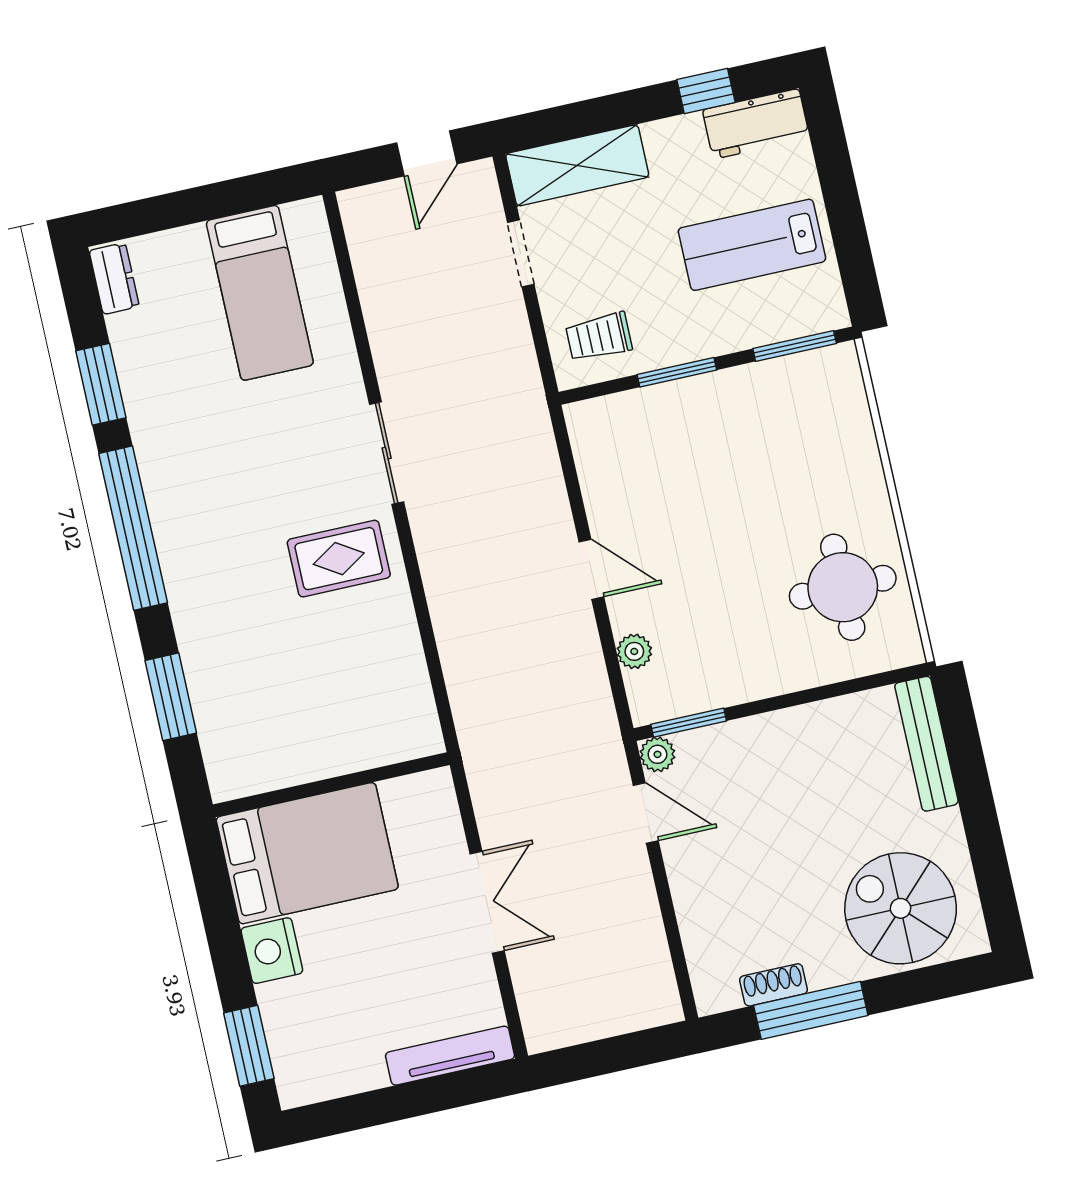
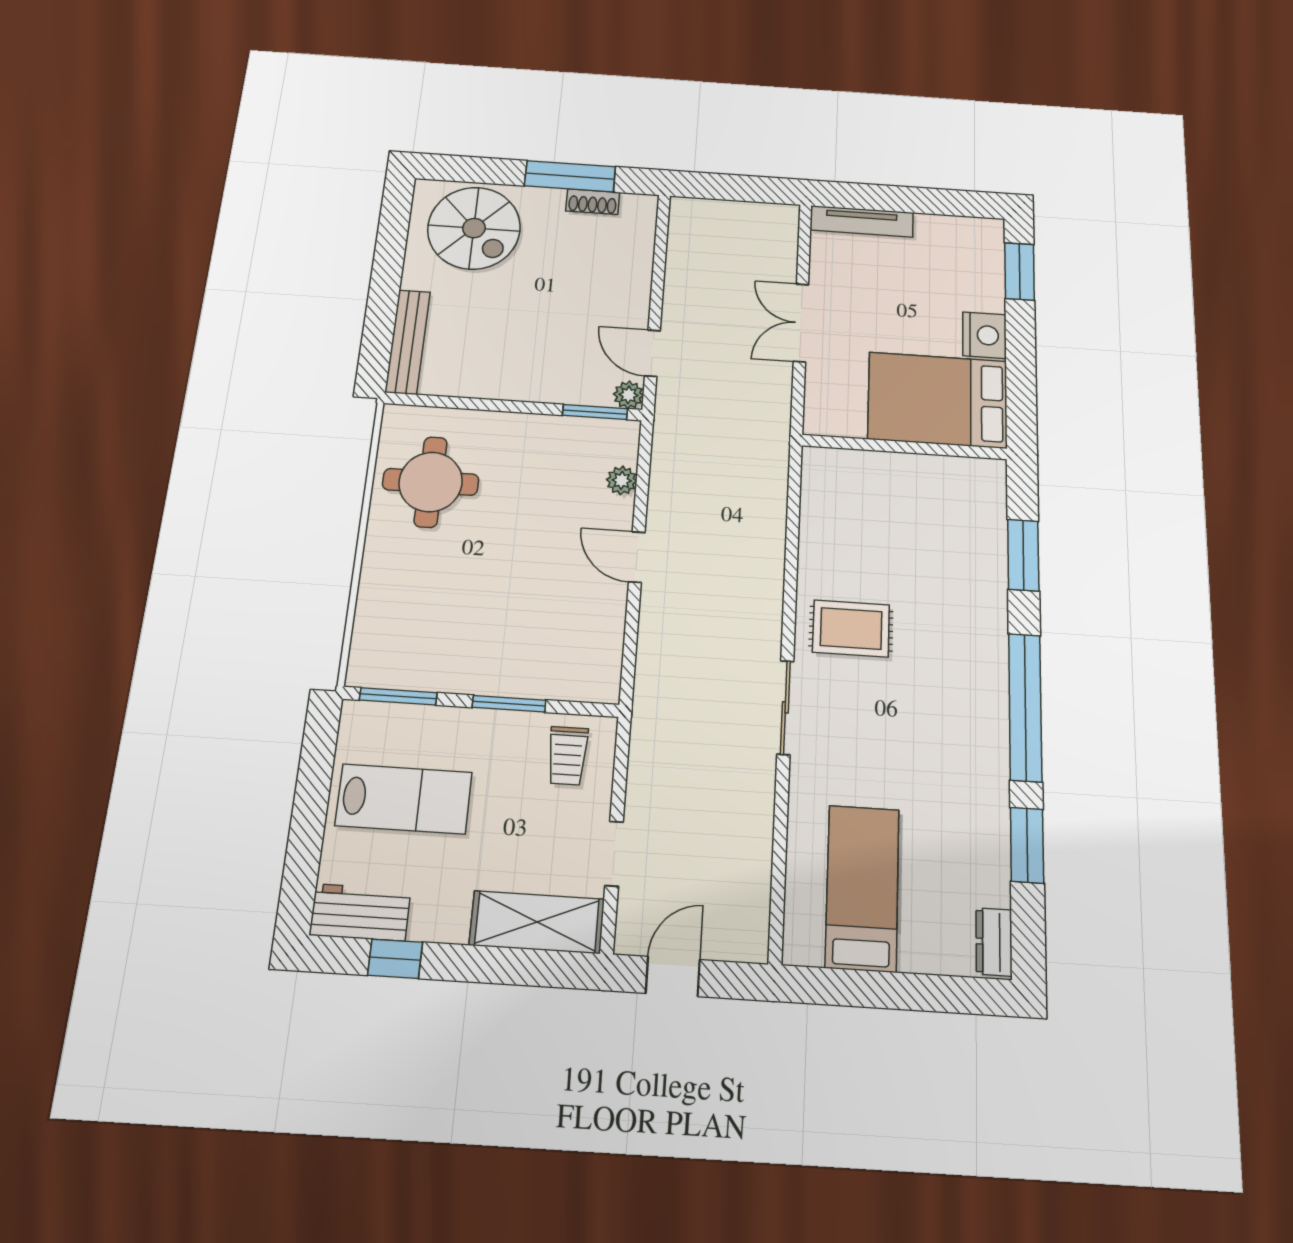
trolley: (599, 337) -> (568, 756), turned 90

